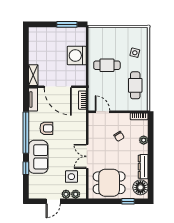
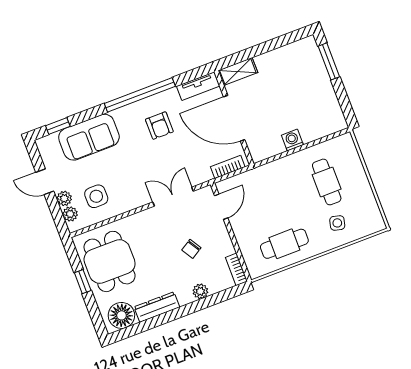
window: (67, 24) -> (329, 61), moved
washing machine: (77, 56) -> (292, 140), width x0.53, depth x0.53
cafe table: (107, 65) -> (327, 182), moved
door: (58, 87) -> (234, 118), hinge flipped
double door: (87, 156) -> (173, 197), moved
sofa: (38, 157) -> (89, 137), moved
window: (26, 168) -> (58, 126), moved
window: (128, 201) -> (83, 282), moved

